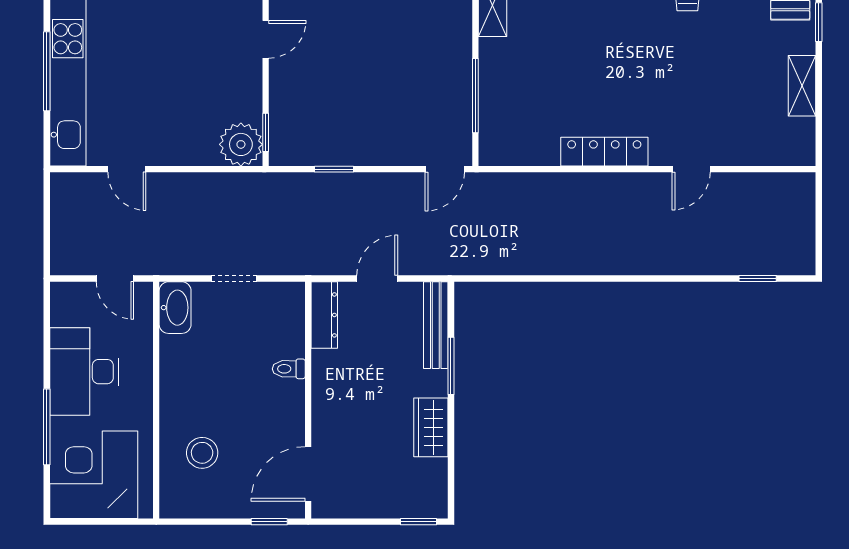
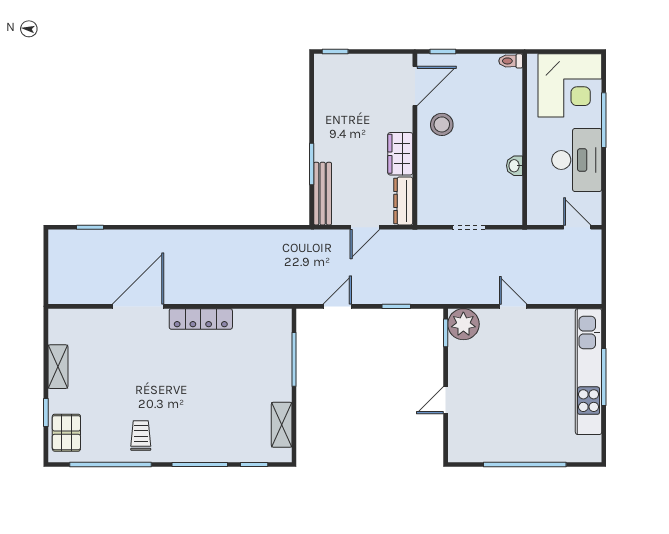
door: (127, 169) -> (513, 306), moved
door: (445, 169) -> (337, 306), moved
door: (691, 169) -> (138, 306), width x1.88
door: (115, 279) -> (577, 227), moved
washbasin: (175, 308) -> (515, 166), moved, width x0.52, depth x0.69
toilet: (289, 369) -> (511, 61), moved, turned 180
wardrobe: (431, 427) -> (400, 154), moved, turned 180
stool: (202, 453) -> (442, 124), moved

